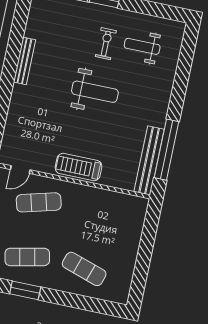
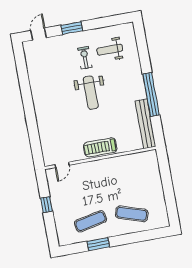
bench: (24, 61) -> (35, 91), removed
weight bench: (95, 92) -> (91, 93), turned 90
window: (167, 150) -> (151, 94), moved
exercise mat: (39, 202) -> (83, 182), removed

